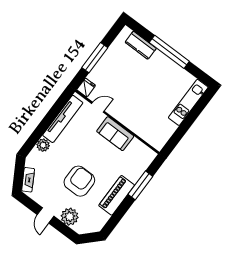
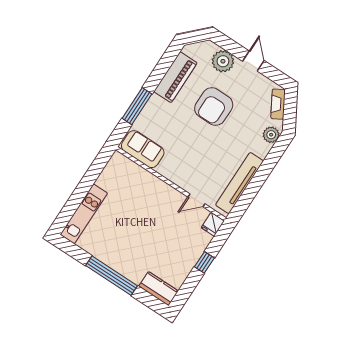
kitchen counter: (141, 45) -> (159, 289), moved
window: (95, 58) -> (204, 262), width x0.46
sofa: (115, 134) -> (143, 149), moved
plant: (43, 145) -> (271, 135), moved
piano: (117, 195) -> (175, 77), moved

